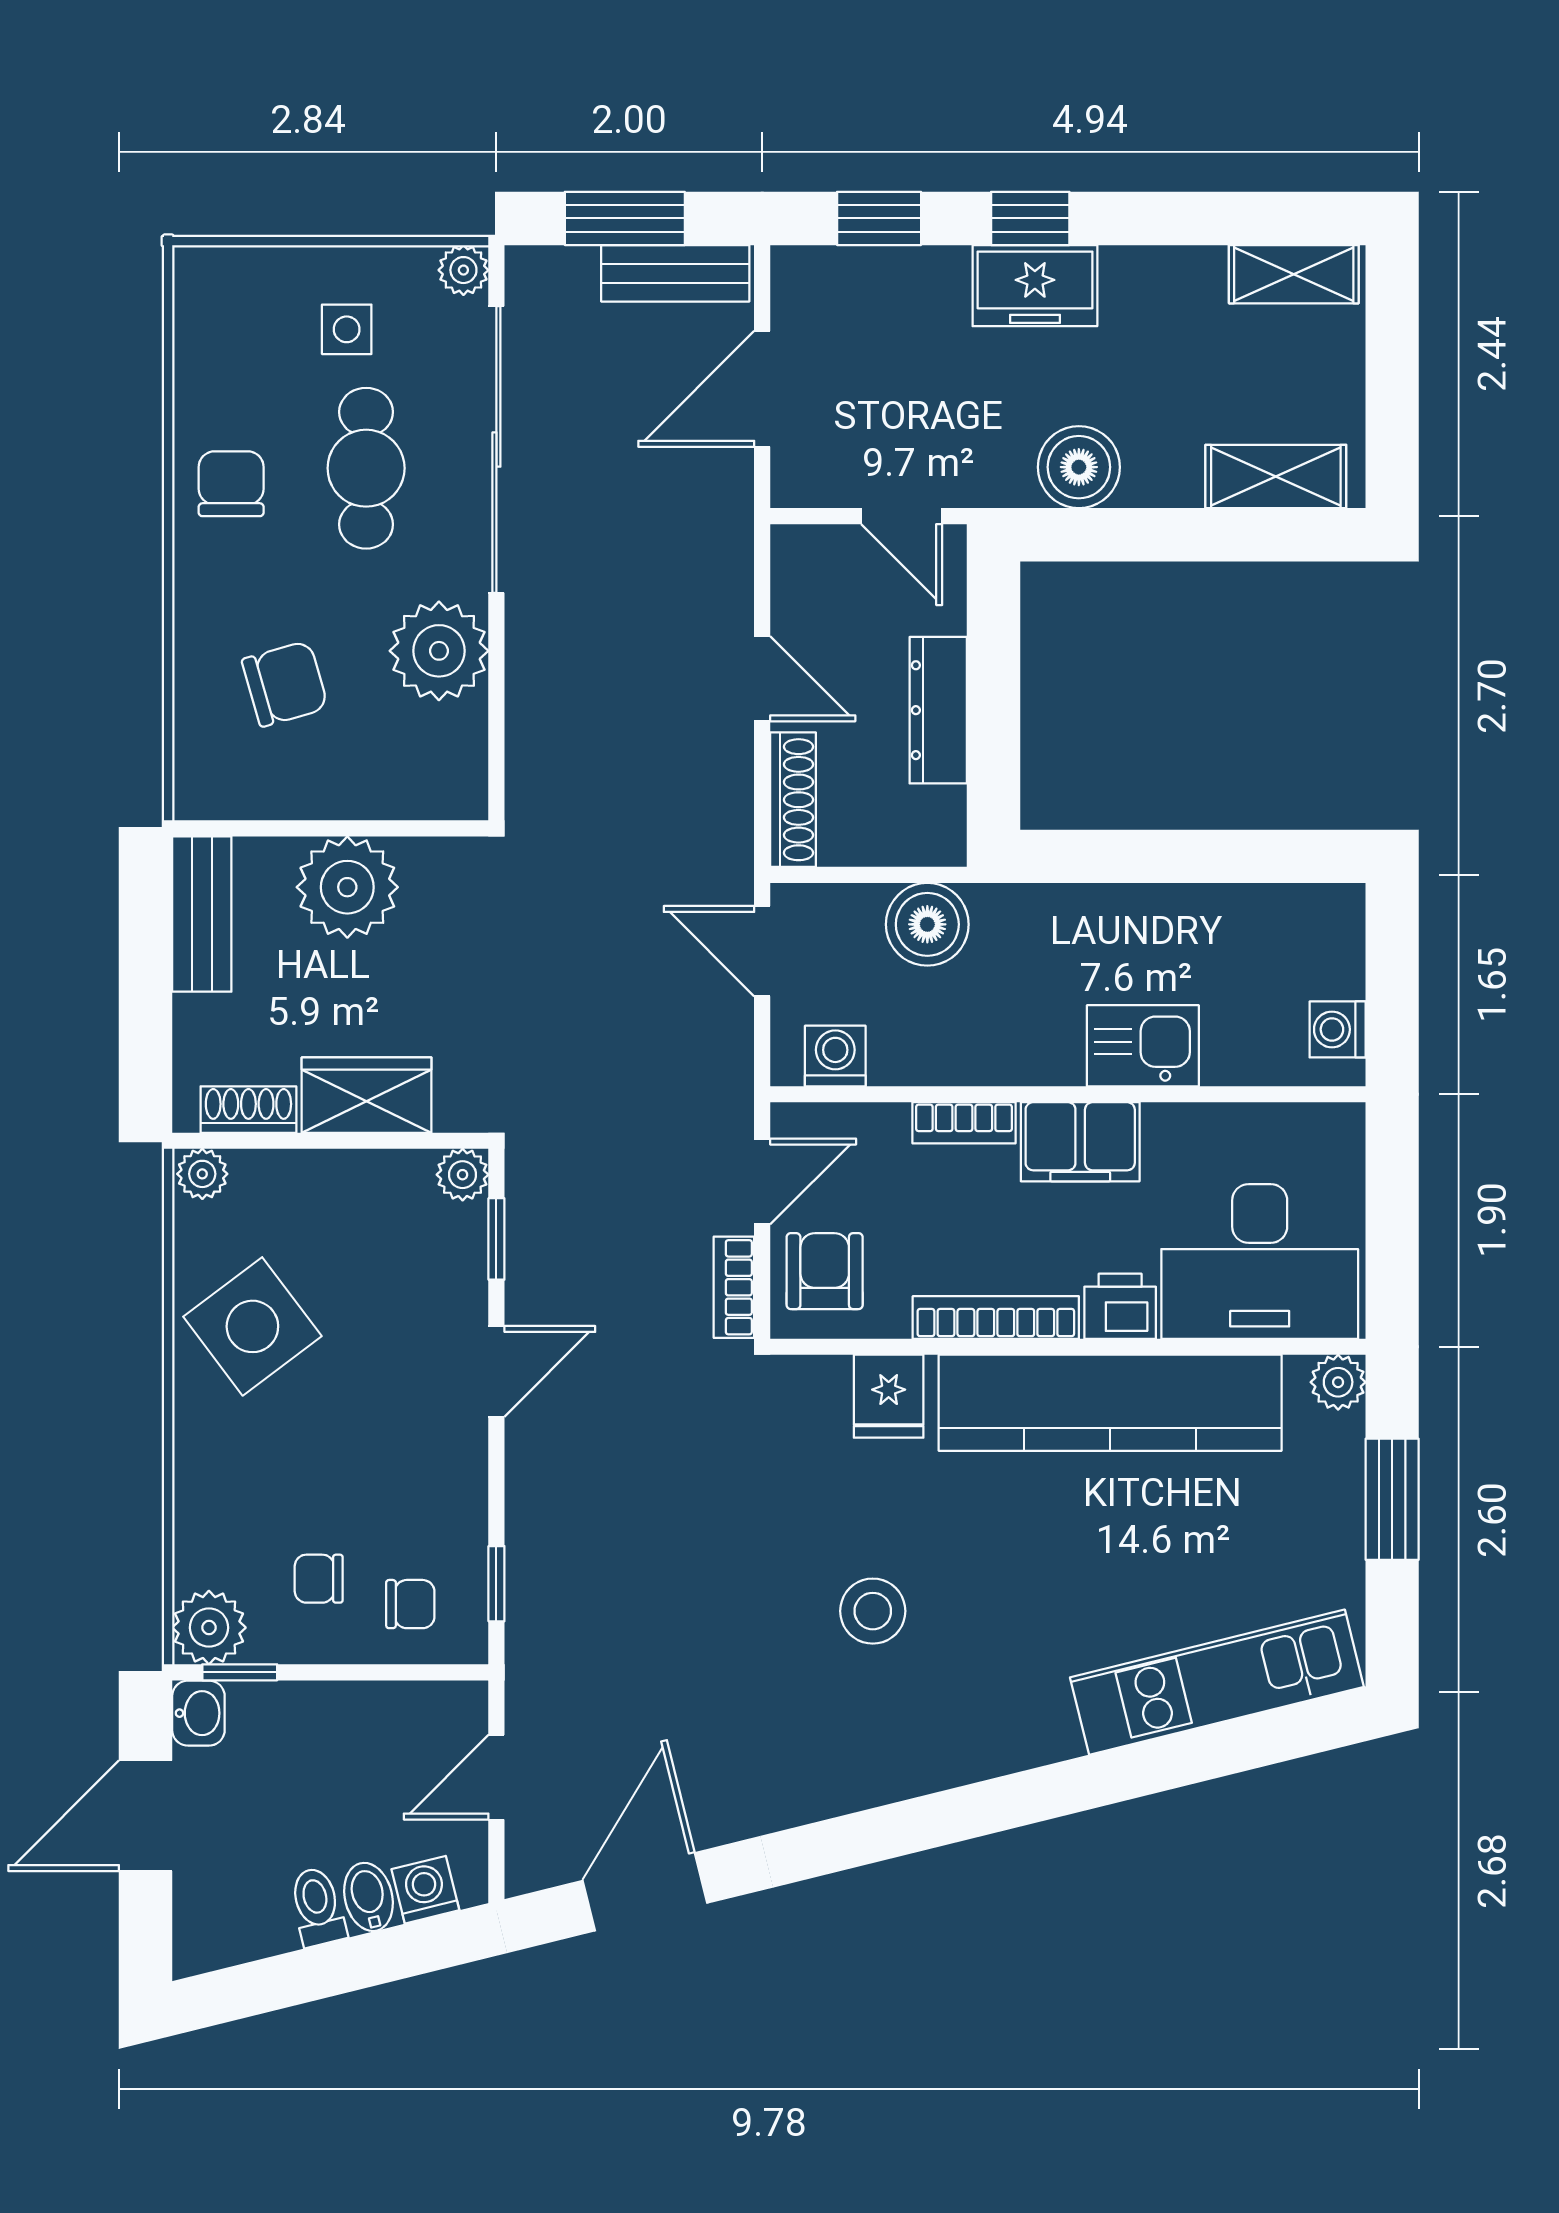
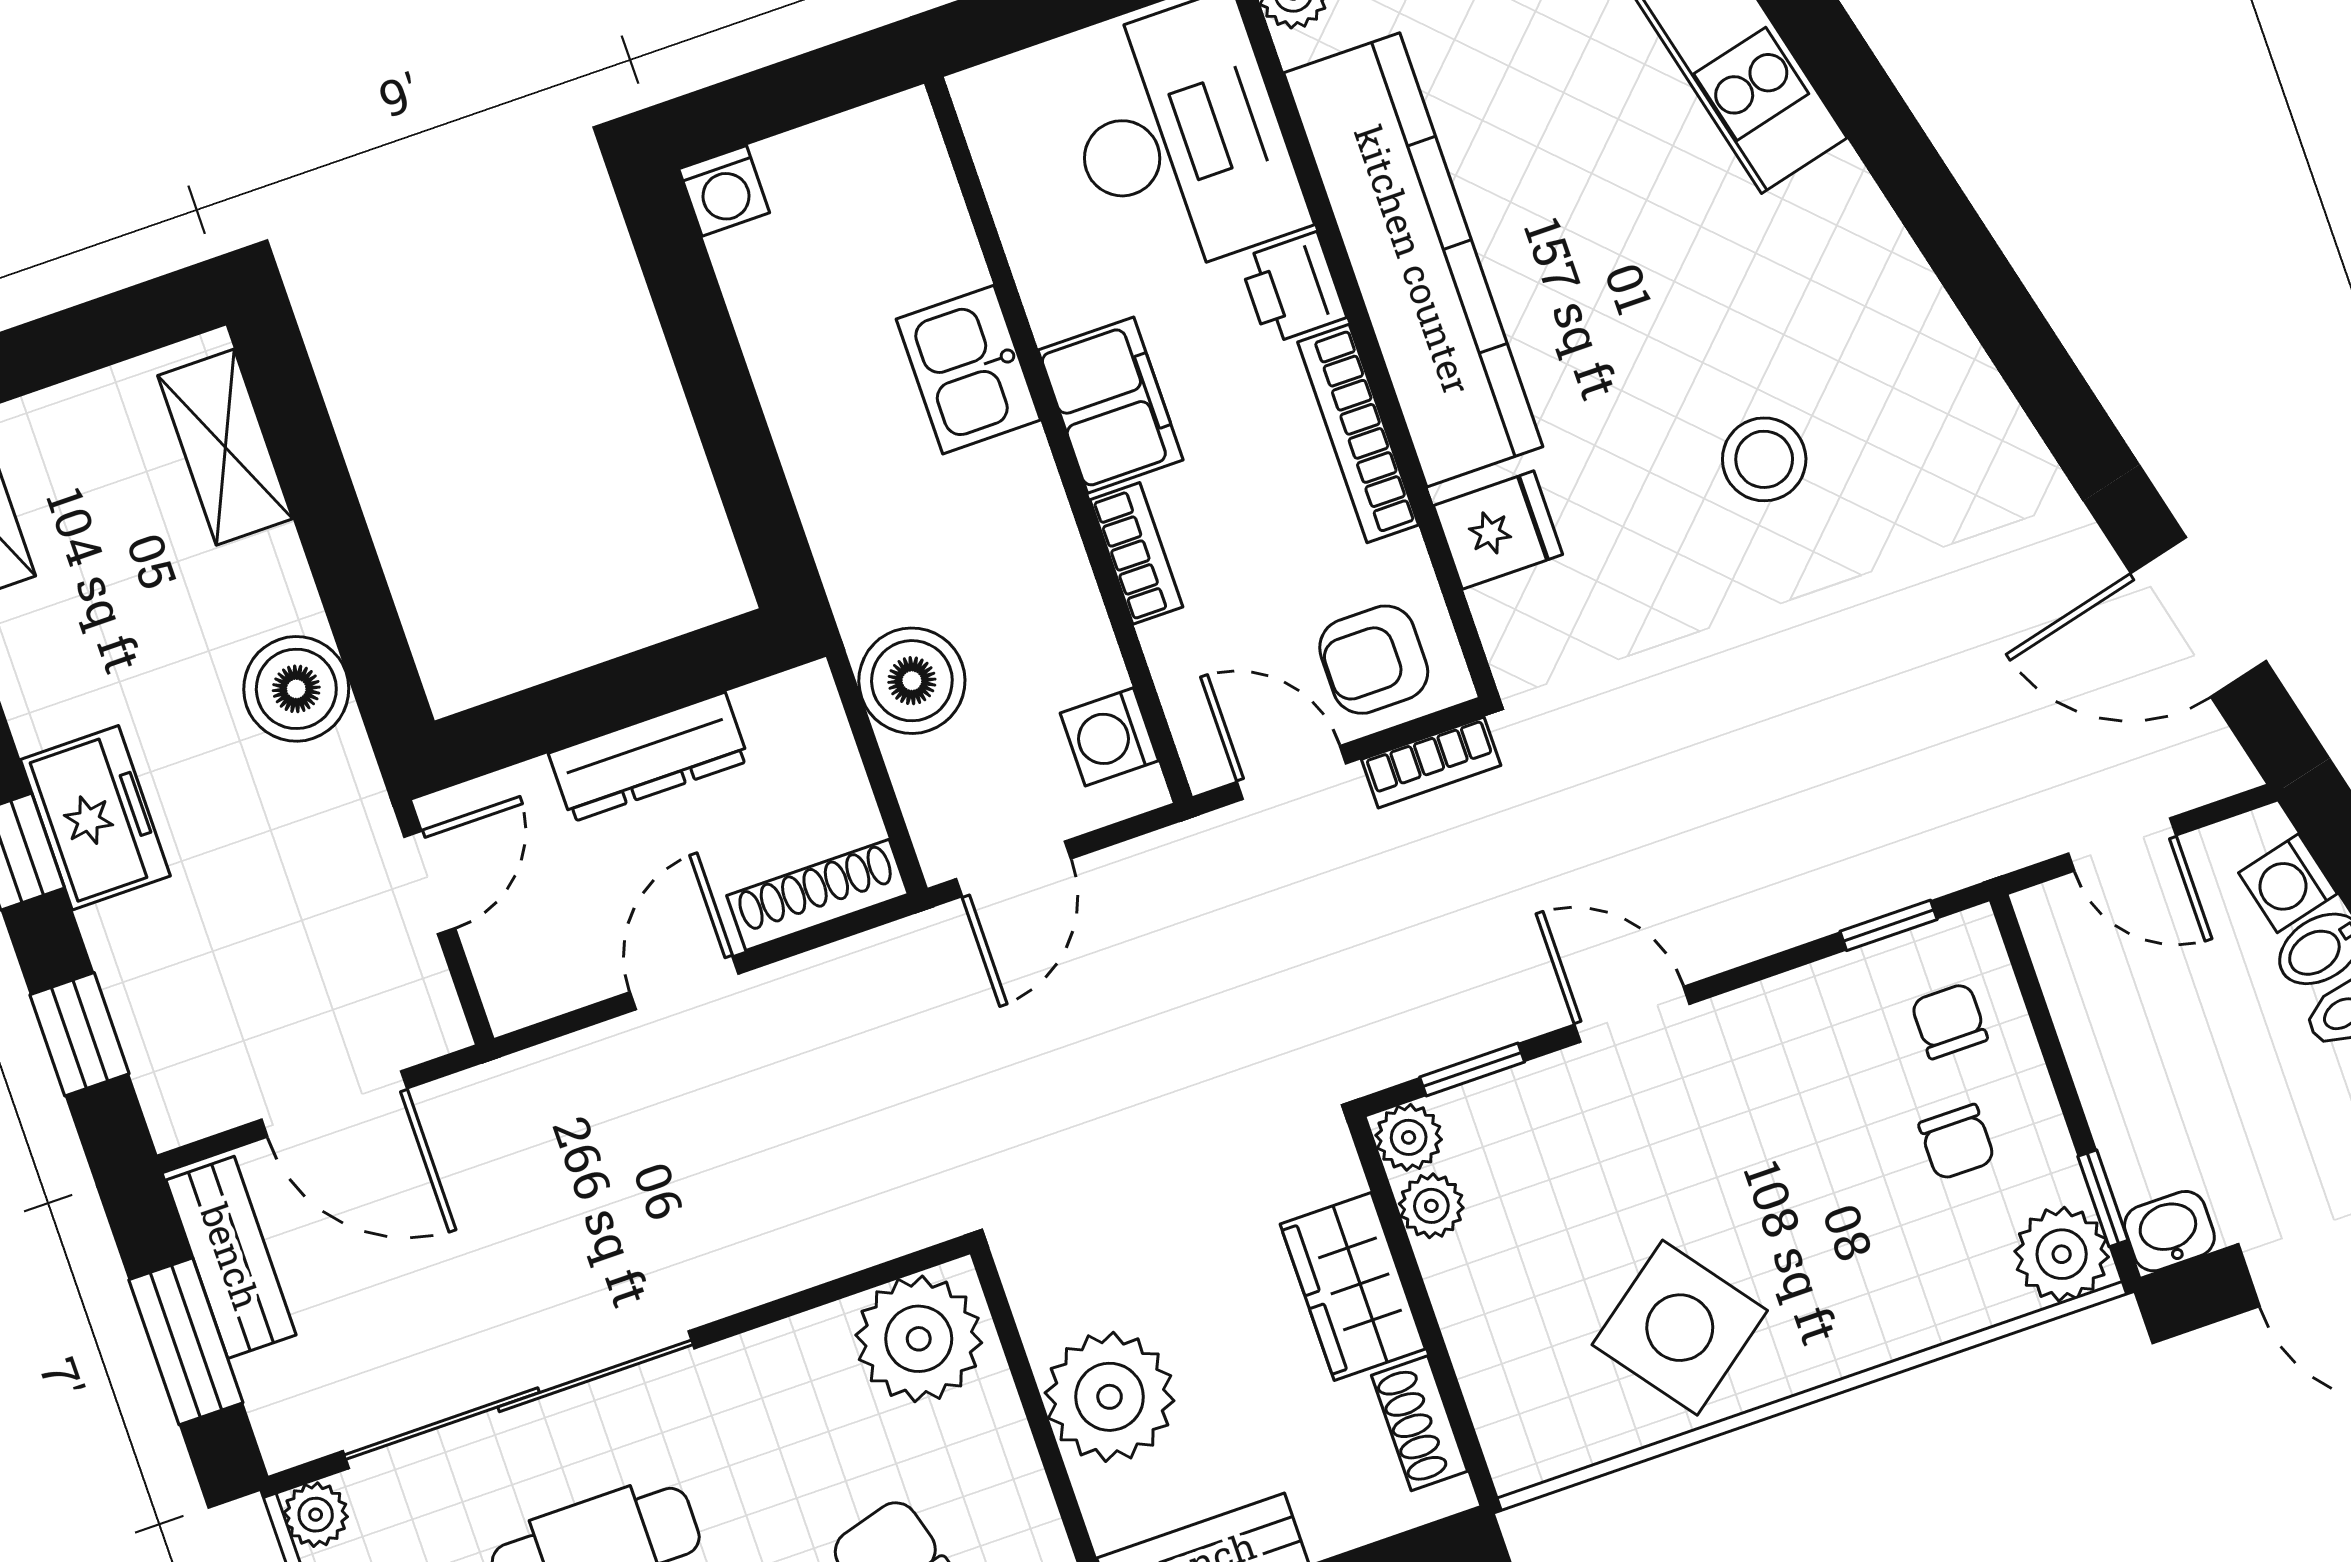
plant: (439, 651) -> (919, 1339), moved
washing machine: (1338, 1029) -> (724, 191), moved
plant: (202, 1174) -> (1431, 1206), moved

